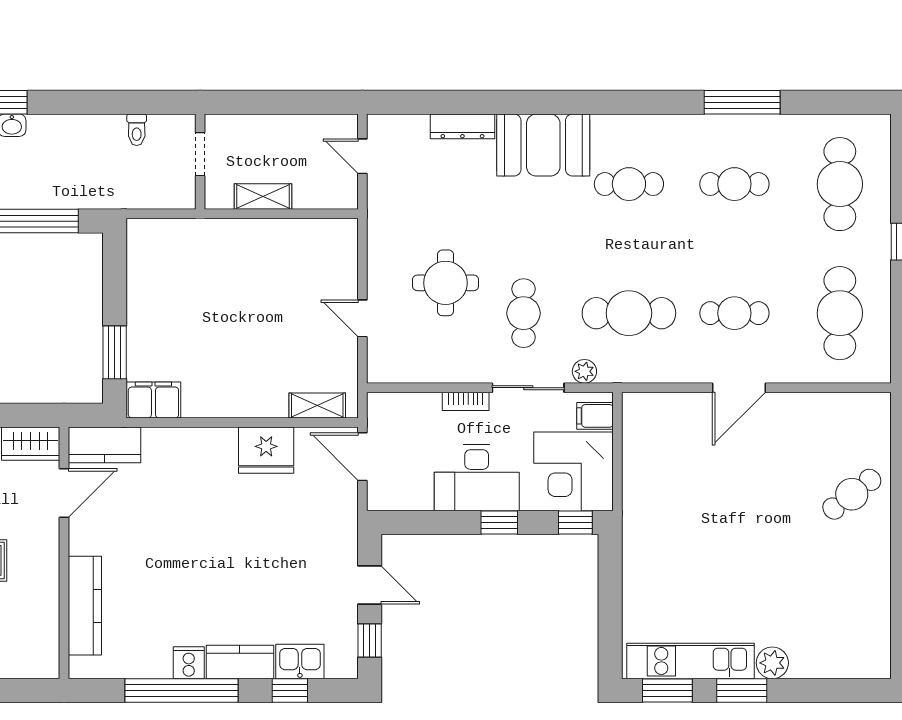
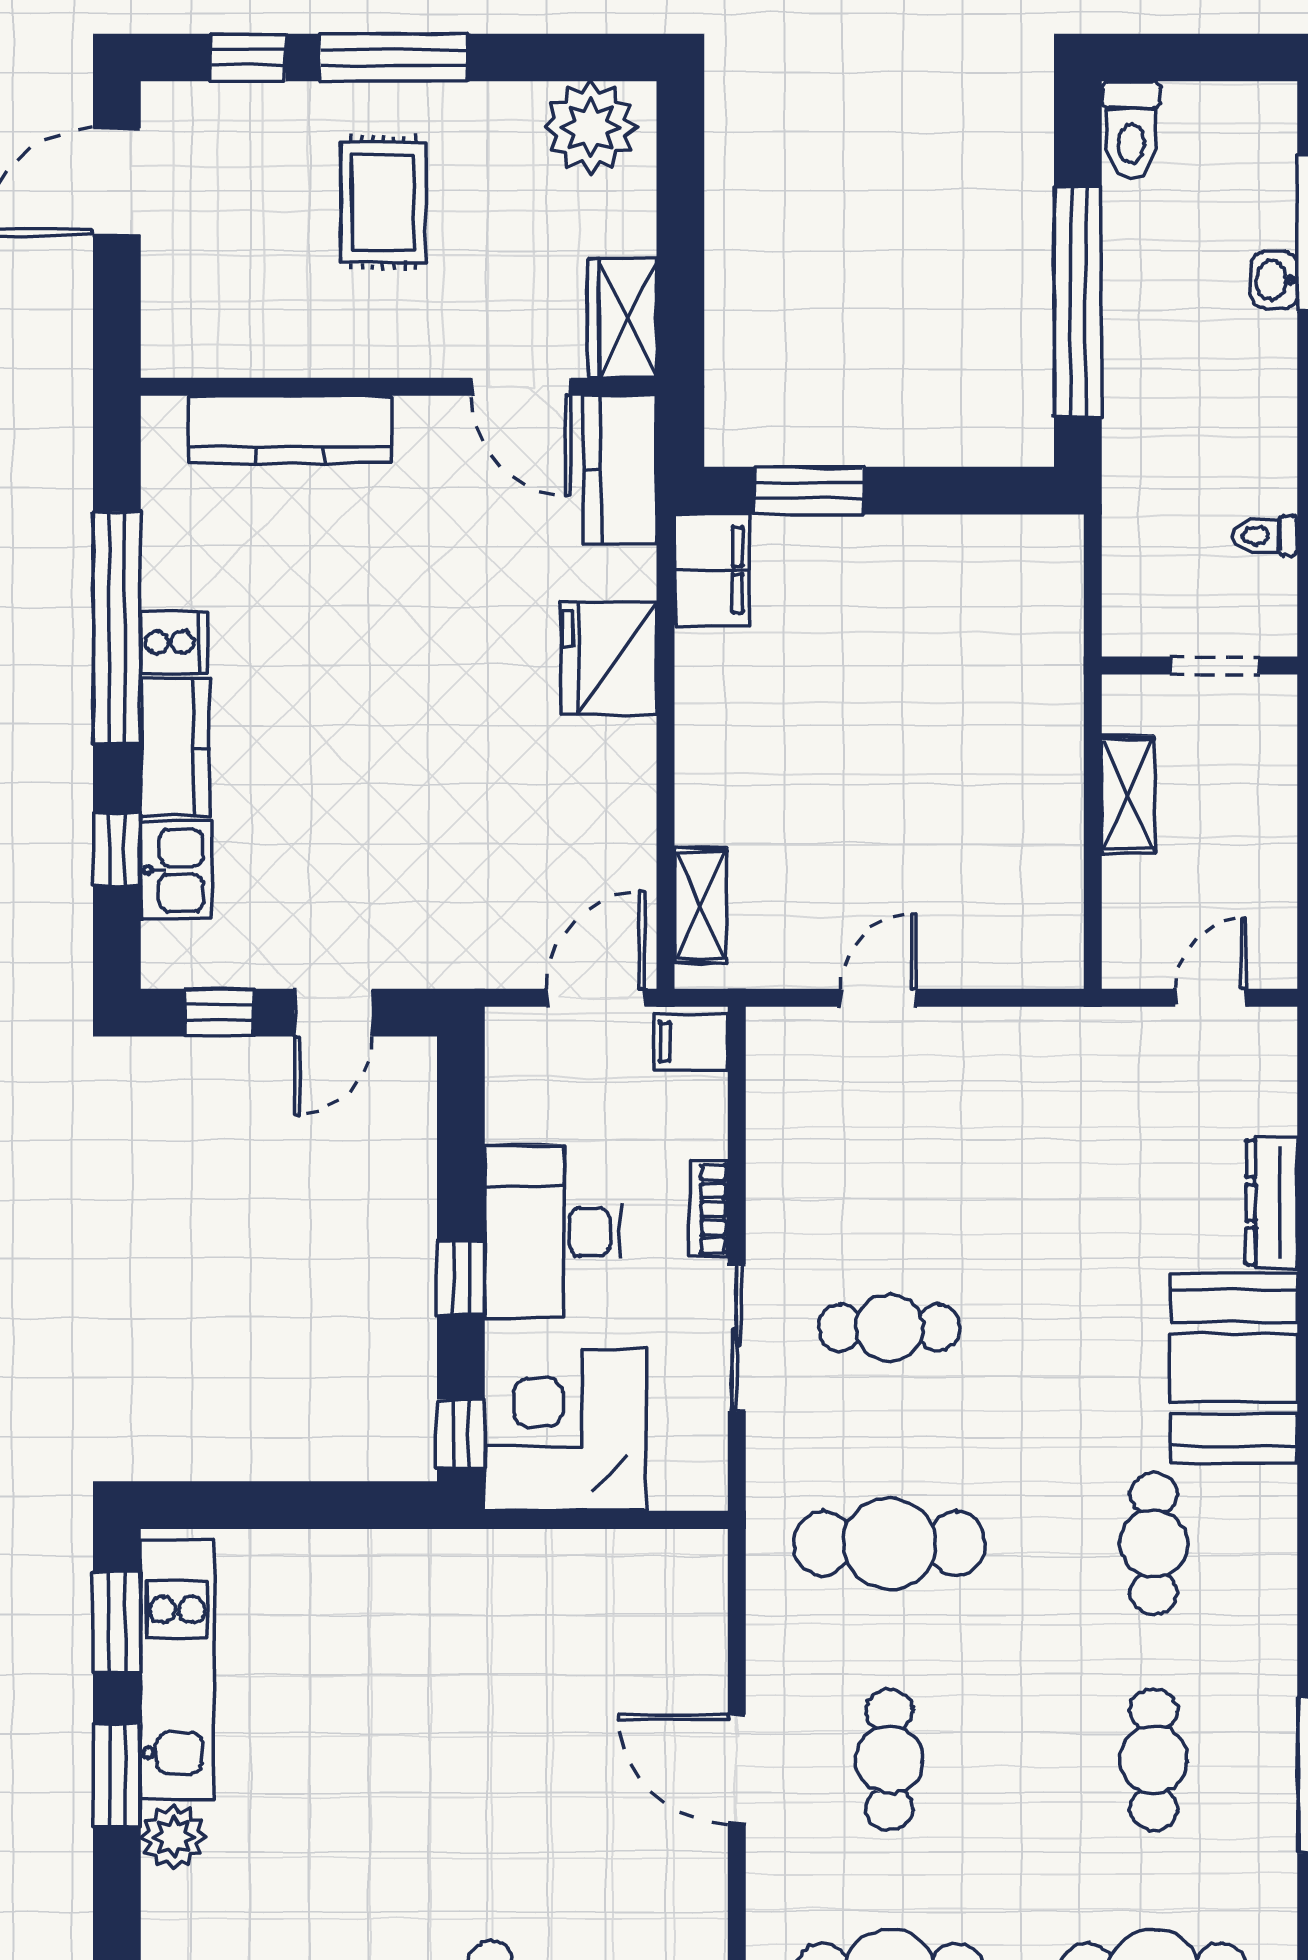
round table: (446, 283) -> (951, 1168), removed
cafe table: (629, 313) -> (889, 1544), turned 90
plant: (584, 371) -> (770, 1452), removed
filing cabinet: (595, 416) -> (691, 1042), moved, turned -90
fridge: (266, 450) -> (609, 658), moved

